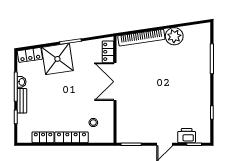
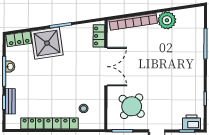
double door: (115, 82) -> (106, 67), swing flipped
bench: (22, 101) -> (10, 101), moved
round table: (140, 120) -> (132, 106), added
printer: (187, 136) -> (192, 122), moved

